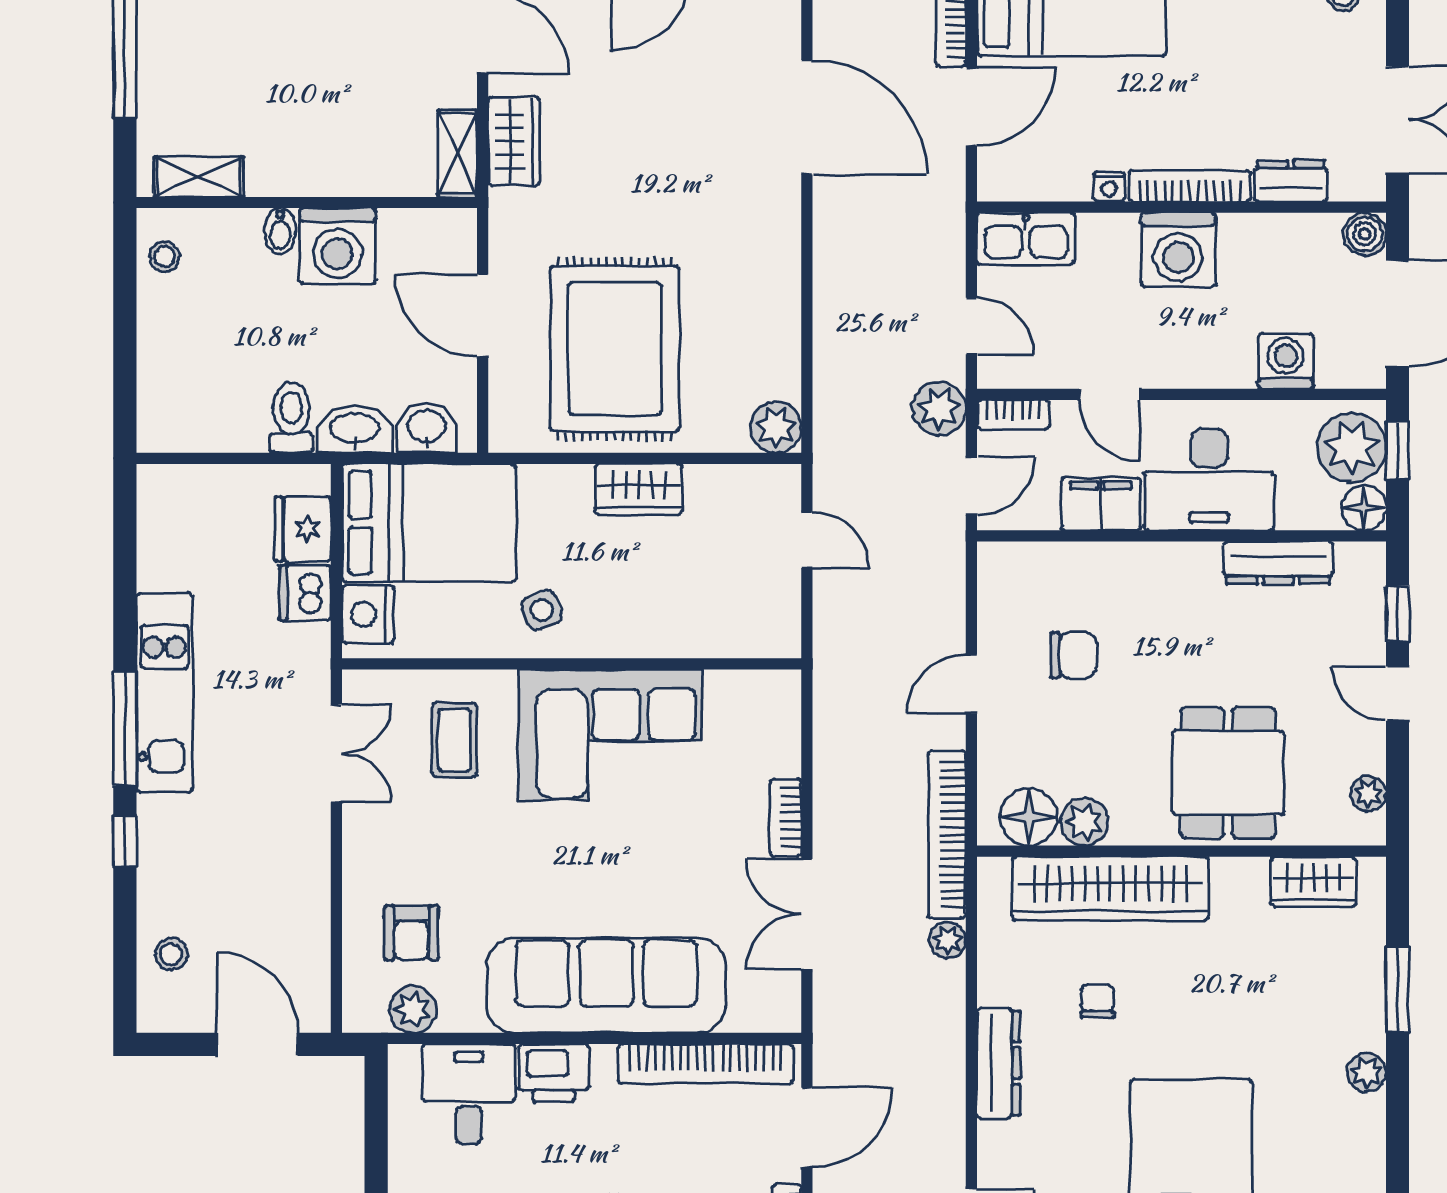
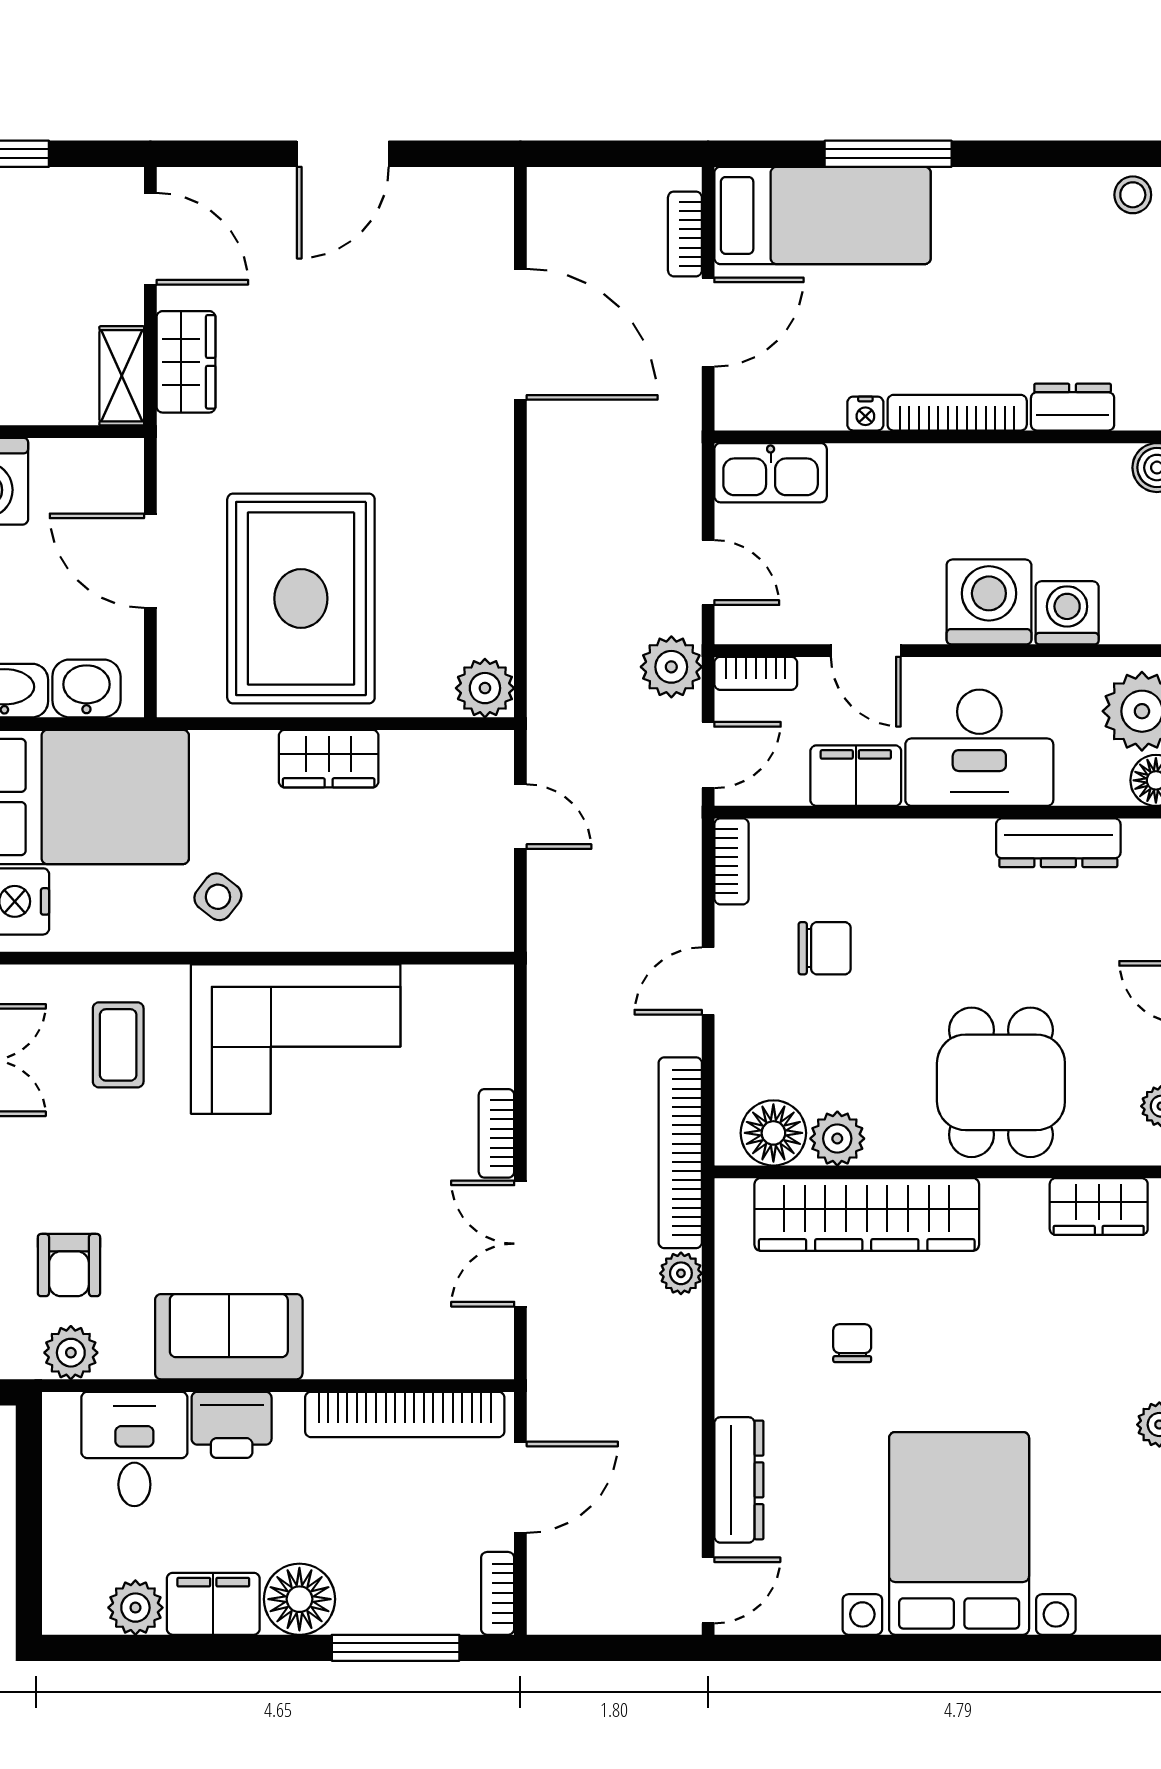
washing machine: (1178, 250) -> (989, 602), moved, turned 180
bookcase: (992, 579) -> (732, 861), added
side table: (542, 610) -> (218, 897), turned -30
sofa: (606, 985) -> (229, 1337), width x0.54, depth x0.79
dresser: (998, 1063) -> (739, 1480), moved

